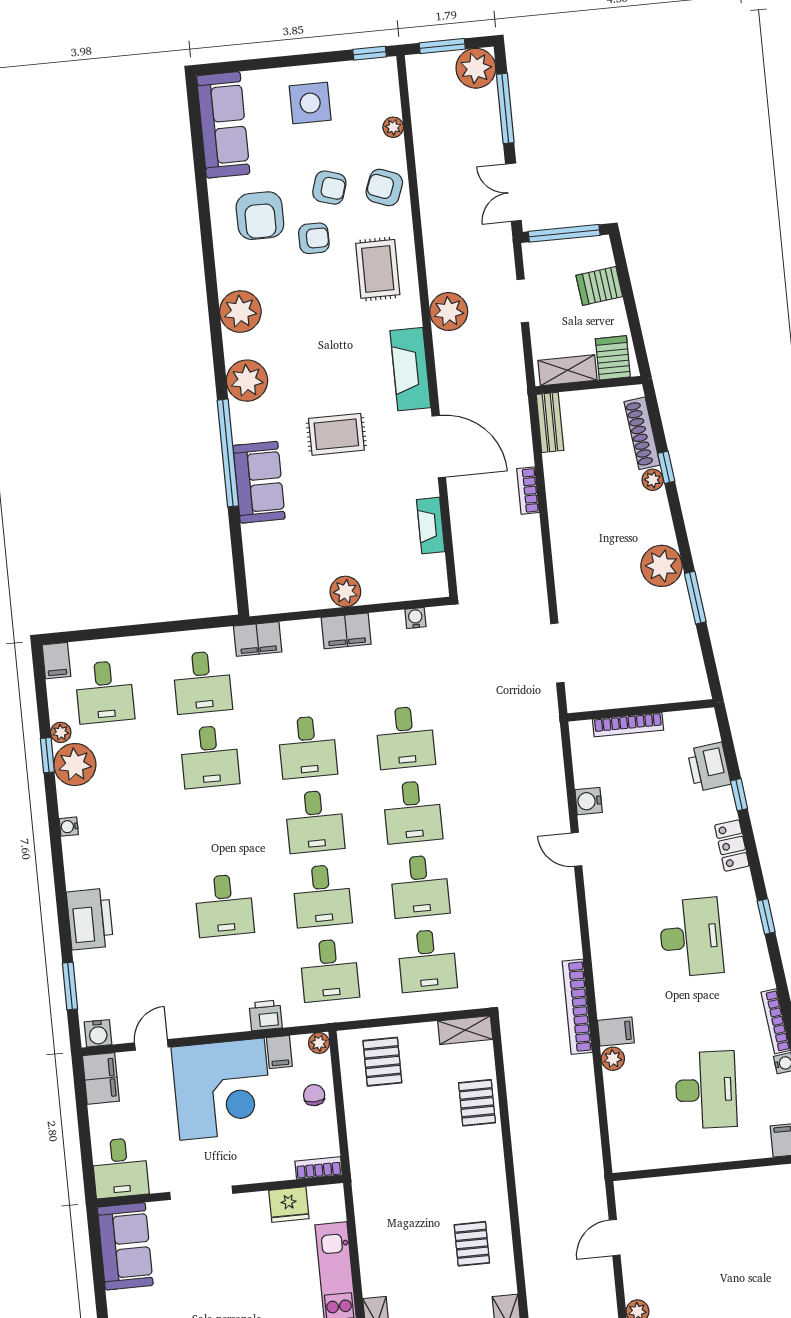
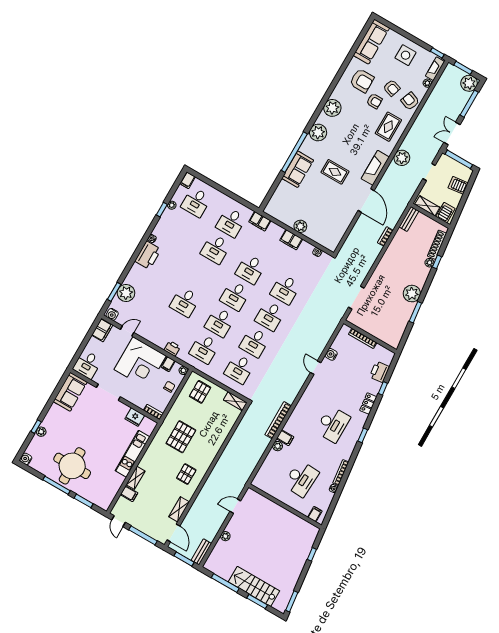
armchair: (260, 216) -> (362, 81), turned -90
fireplace: (431, 526) -> (435, 69), moved
plant: (75, 765) -> (126, 293), moved
printer: (90, 919) -> (148, 255), moved
pallet: (477, 1103) -> (181, 437), moved, width x1.50, depth x1.42

